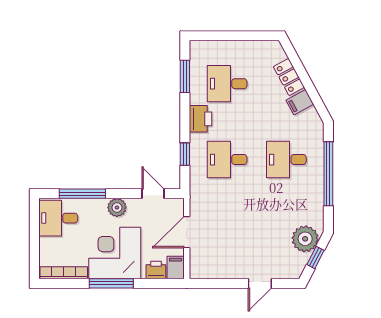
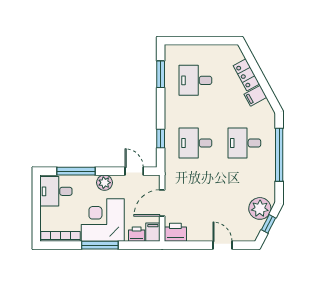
printer: (201, 119) -> (175, 232), moved, turned -90
door: (260, 283) -> (222, 245), swing flipped

